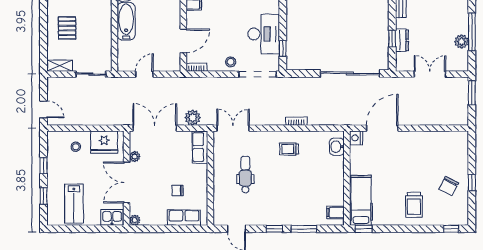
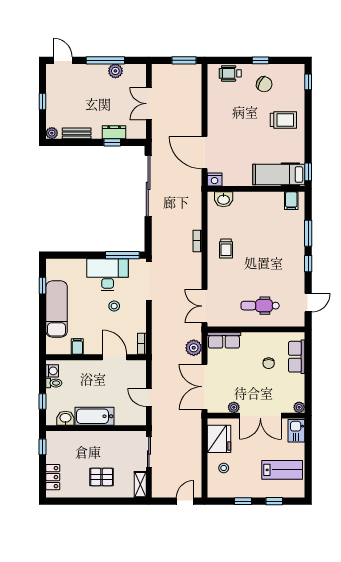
window: (283, 48) -> (122, 255), width x2.17
stool: (231, 62) -> (114, 306), moved
window: (472, 93) -> (184, 60), moved
wheelchair: (459, 153) -> (230, 73), added
dental chair: (245, 174) -> (260, 306), moved

